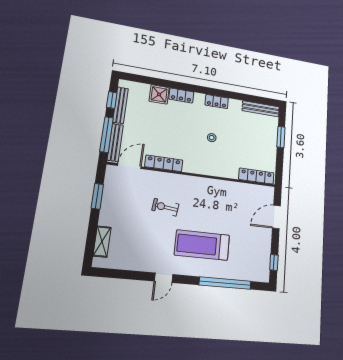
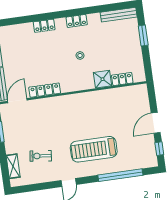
shower: (159, 94) -> (103, 79), moved
locker: (256, 176) -> (122, 79), width x0.66
exercise bike: (165, 207) -> (41, 156), moved
door: (276, 217) -> (156, 123), moved

